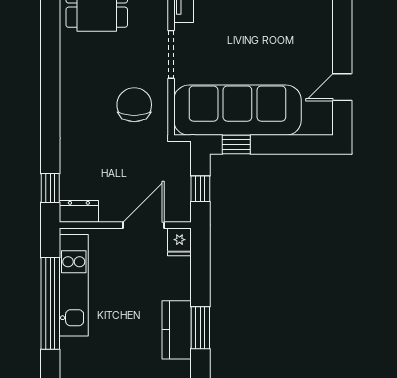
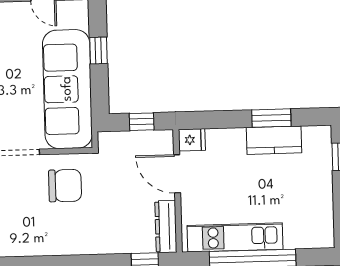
chair: (134, 105) -> (65, 186), turned 180
window: (236, 145) -> (98, 51), moved
dresser: (79, 211) -> (166, 227), width x1.44

